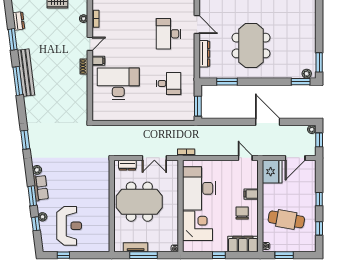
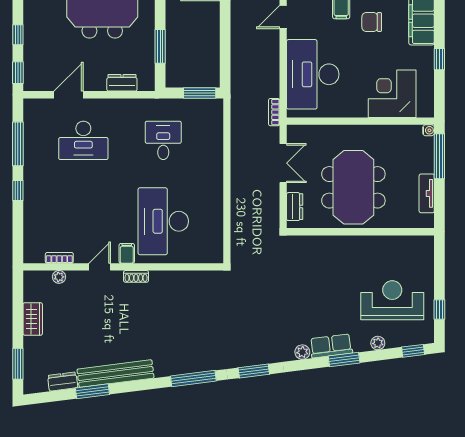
door: (90, 44) -> (100, 267), hinge flipped
dresser: (204, 54) -> (122, 83), width x0.70
bench: (26, 73) -> (116, 374), moved
window: (18, 81) -> (193, 379), moved
desk: (199, 188) -> (313, 74), moved, turned 90
window: (36, 224) -> (413, 351), moved
window: (143, 255) -> (439, 156), moved

